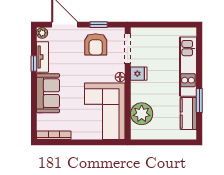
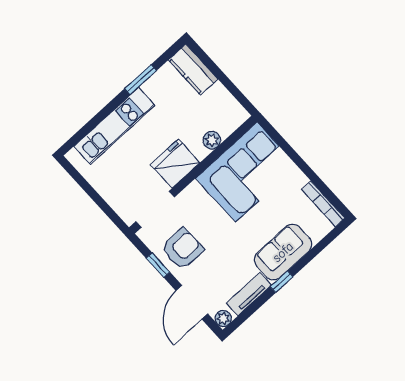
window: (34, 63) -> (282, 282), moved
fridge: (139, 74) -> (175, 164), width x1.88, depth x1.34
floor lamp: (120, 77) -> (194, 189), removed
plant: (142, 114) -> (212, 140), width x0.53, depth x0.53
kitchen counter: (188, 114) -> (193, 69), moved, turned 90

